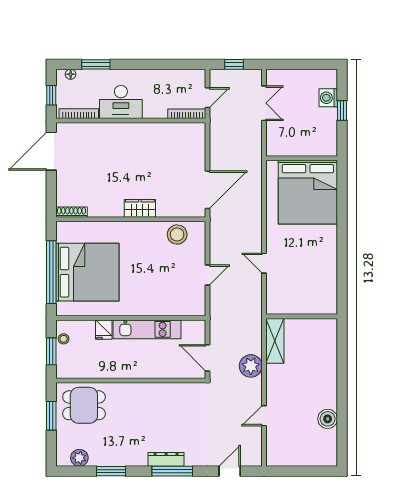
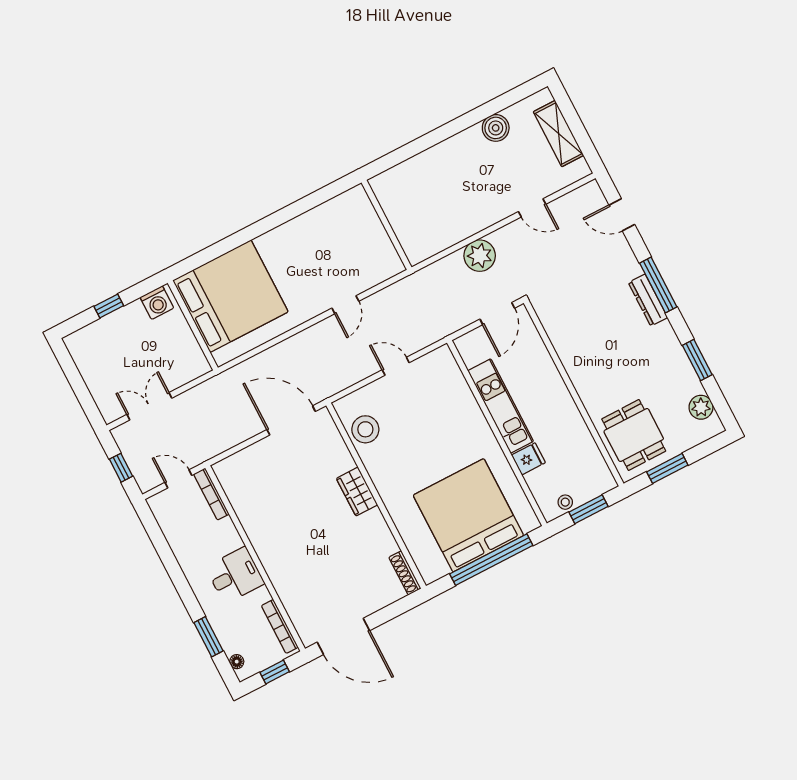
washing machine: (328, 98) -> (157, 303), moved
desk: (121, 102) -> (235, 575), width x0.73
shelving: (275, 341) -> (559, 134), moved, turned 90

